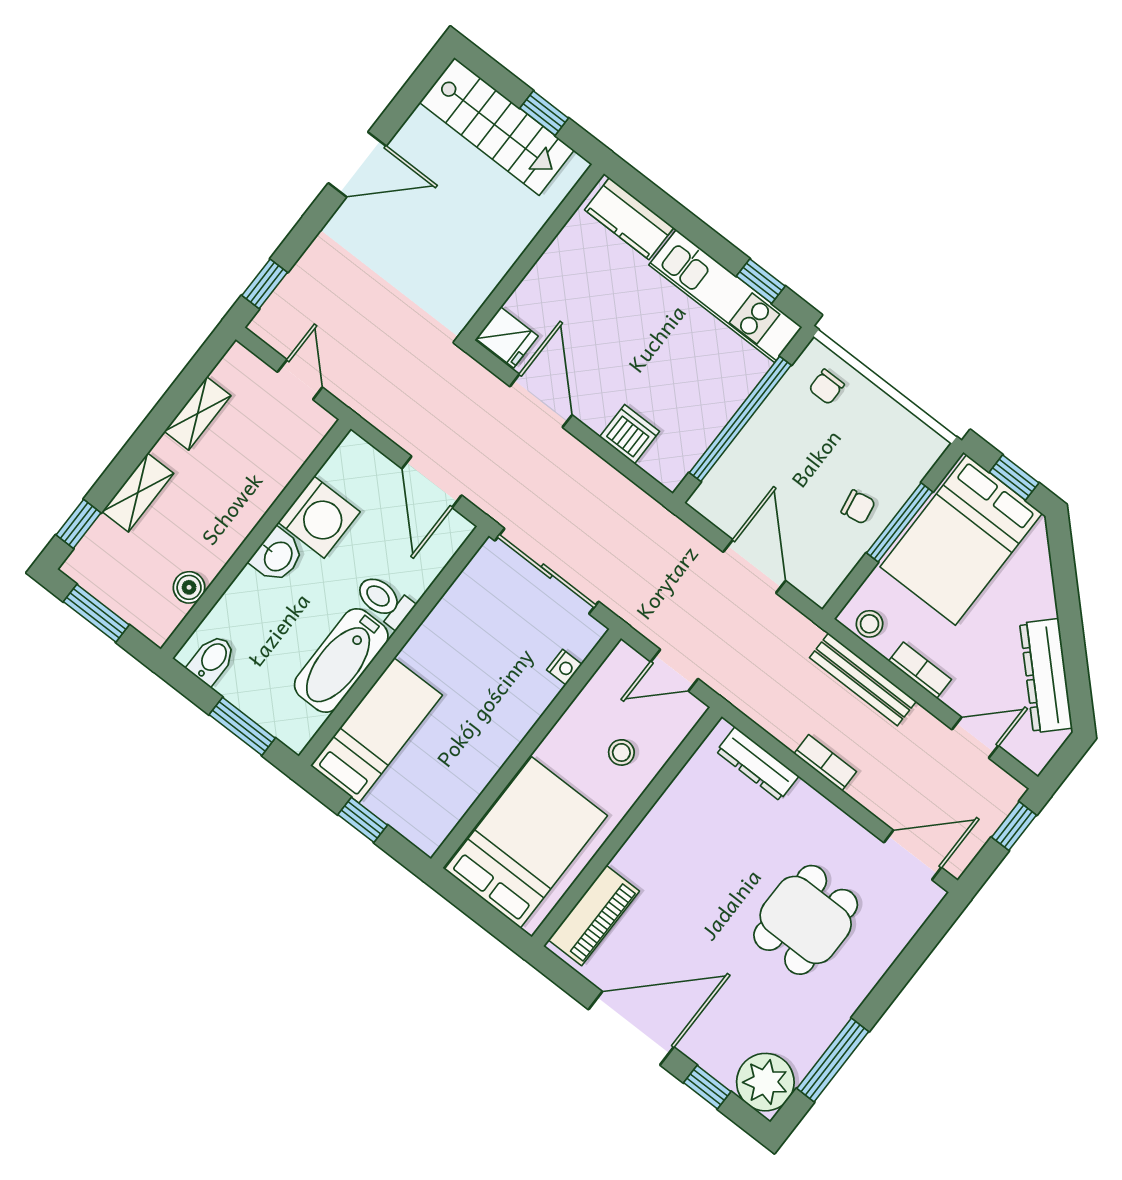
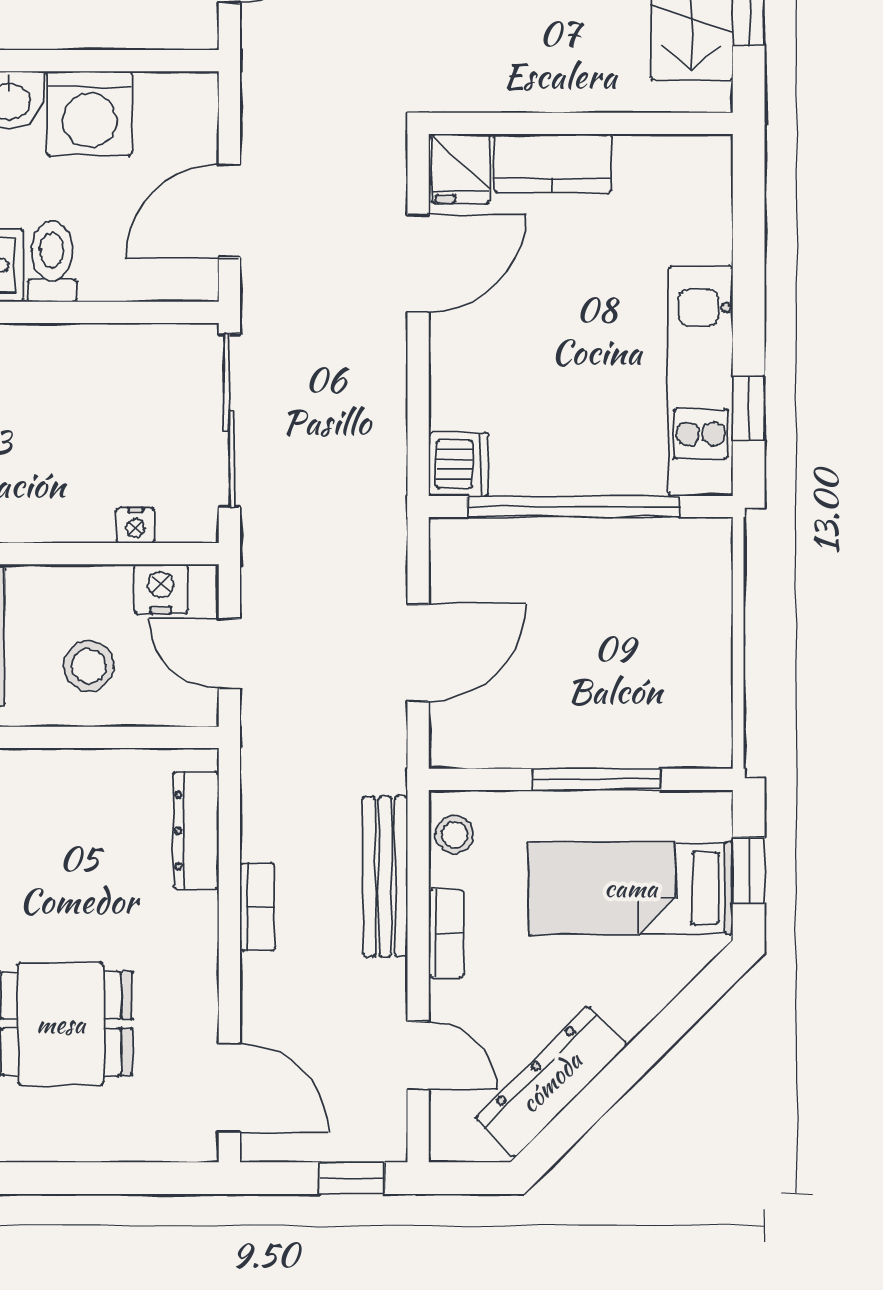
kitchen counter: (629, 219) -> (553, 163), moved, turned -90
chair: (827, 387) -> (686, 576), removed
dishwasher: (630, 434) -> (458, 464), moved
chair: (858, 507) -> (578, 719), removed
bed: (961, 540) -> (631, 888), width x0.67
nightstand: (610, 680) -> (161, 589), added
stool: (621, 752) -> (89, 666), width x1.37, depth x1.37

